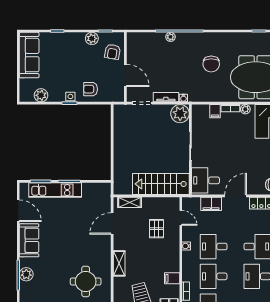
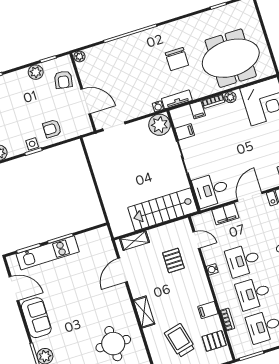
plant: (170, 37) -> (80, 56), moved
tv unit: (166, 97) -> (177, 99), moved
filing cabinet: (199, 126) -> (185, 132), added

